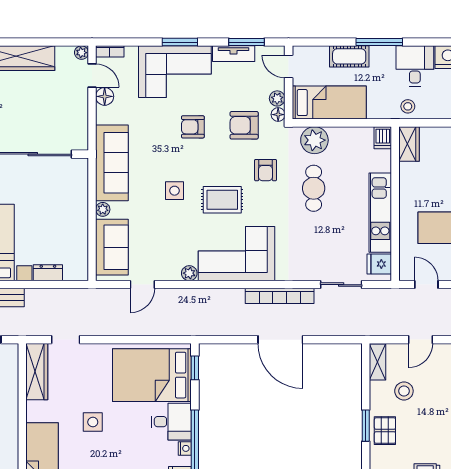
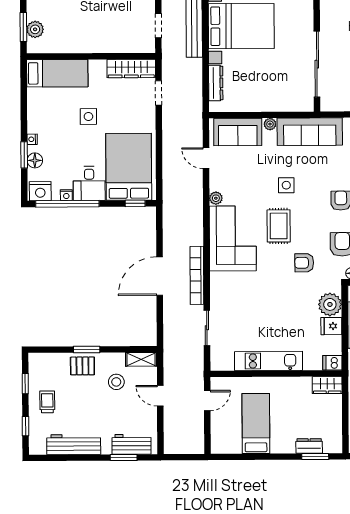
cafe table: (314, 188) -> (289, 304), removed
fridge: (379, 264) -> (331, 326), moved, turned -90
dresser: (48, 273) -> (216, 83), width x1.44

